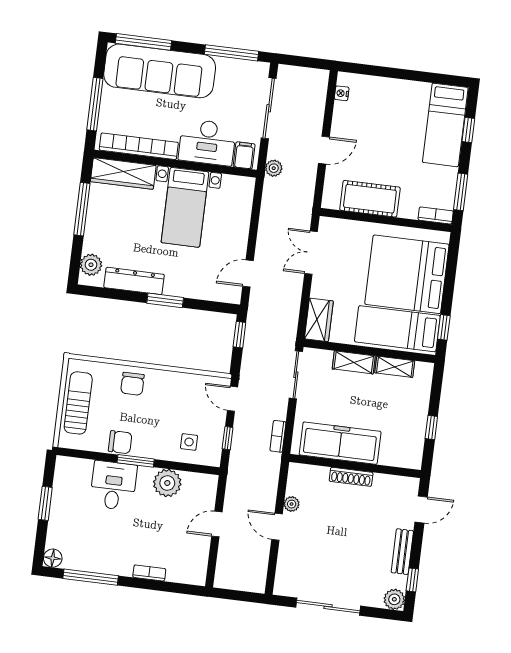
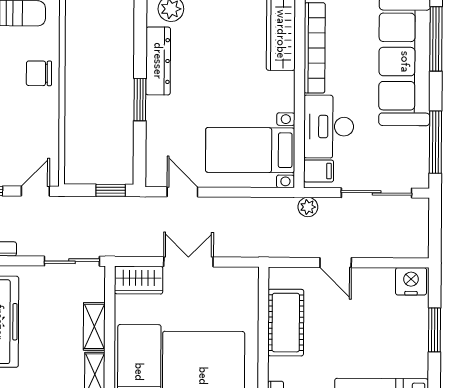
window: (391, 73) -> (434, 330), added
nightstand: (342, 93) -> (411, 281), width x1.89, depth x1.79
bed with nightstands: (185, 207) -> (250, 150), moved
double door: (311, 253) -> (188, 262), moved

